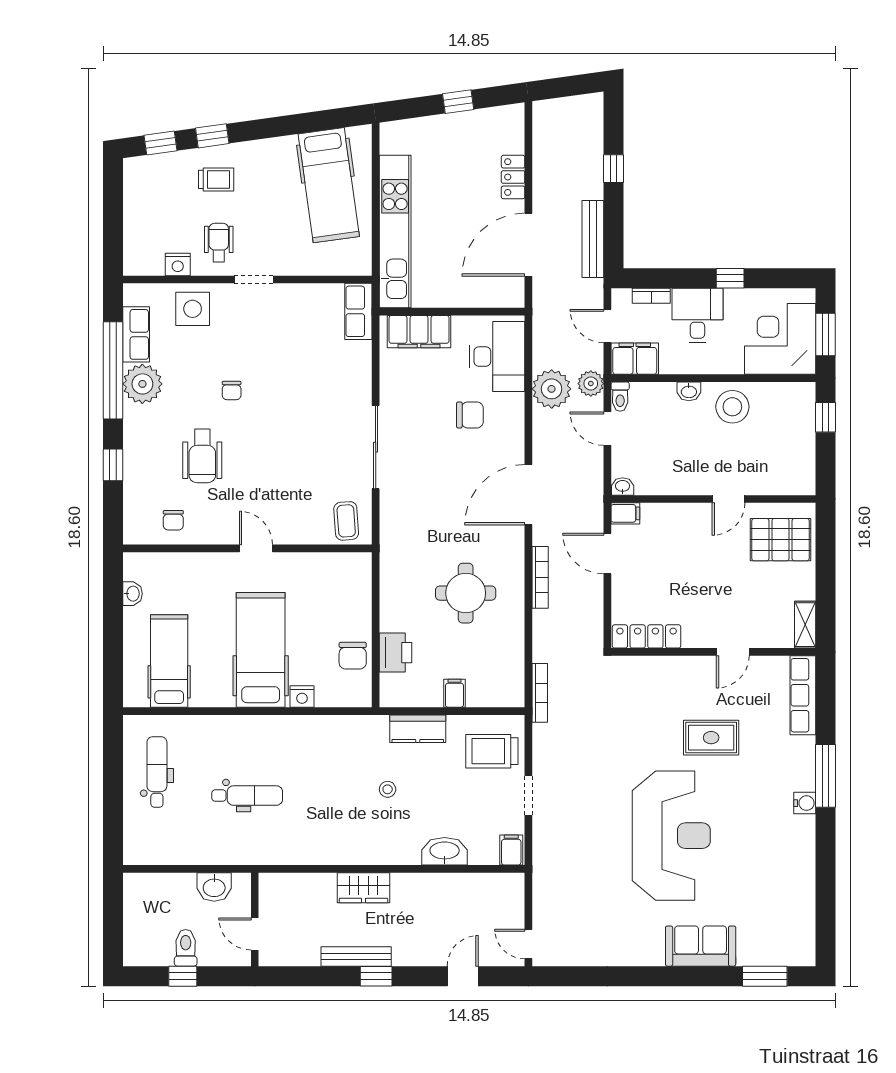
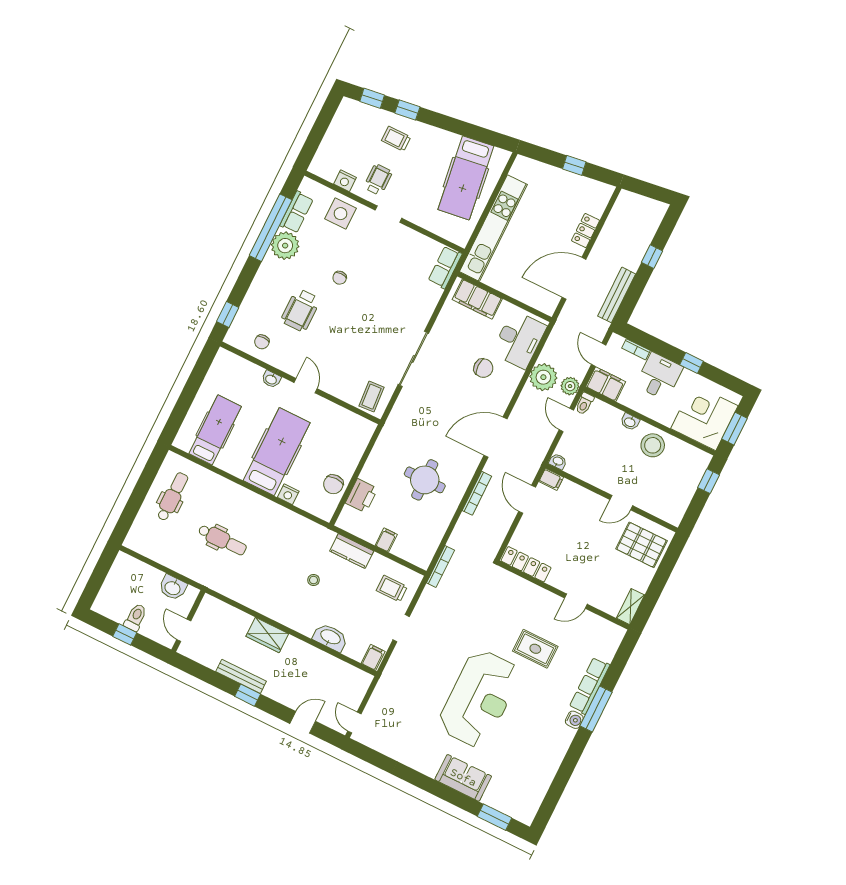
trolley: (216, 179) -> (396, 139), turned 180
window: (113, 465) -> (228, 315), moved
washbasin: (132, 594) -> (271, 379), moved, turned 90
row of seats: (803, 695) -> (590, 686), moved
trolley: (492, 751) -> (392, 589), width x0.73, depth x0.72

